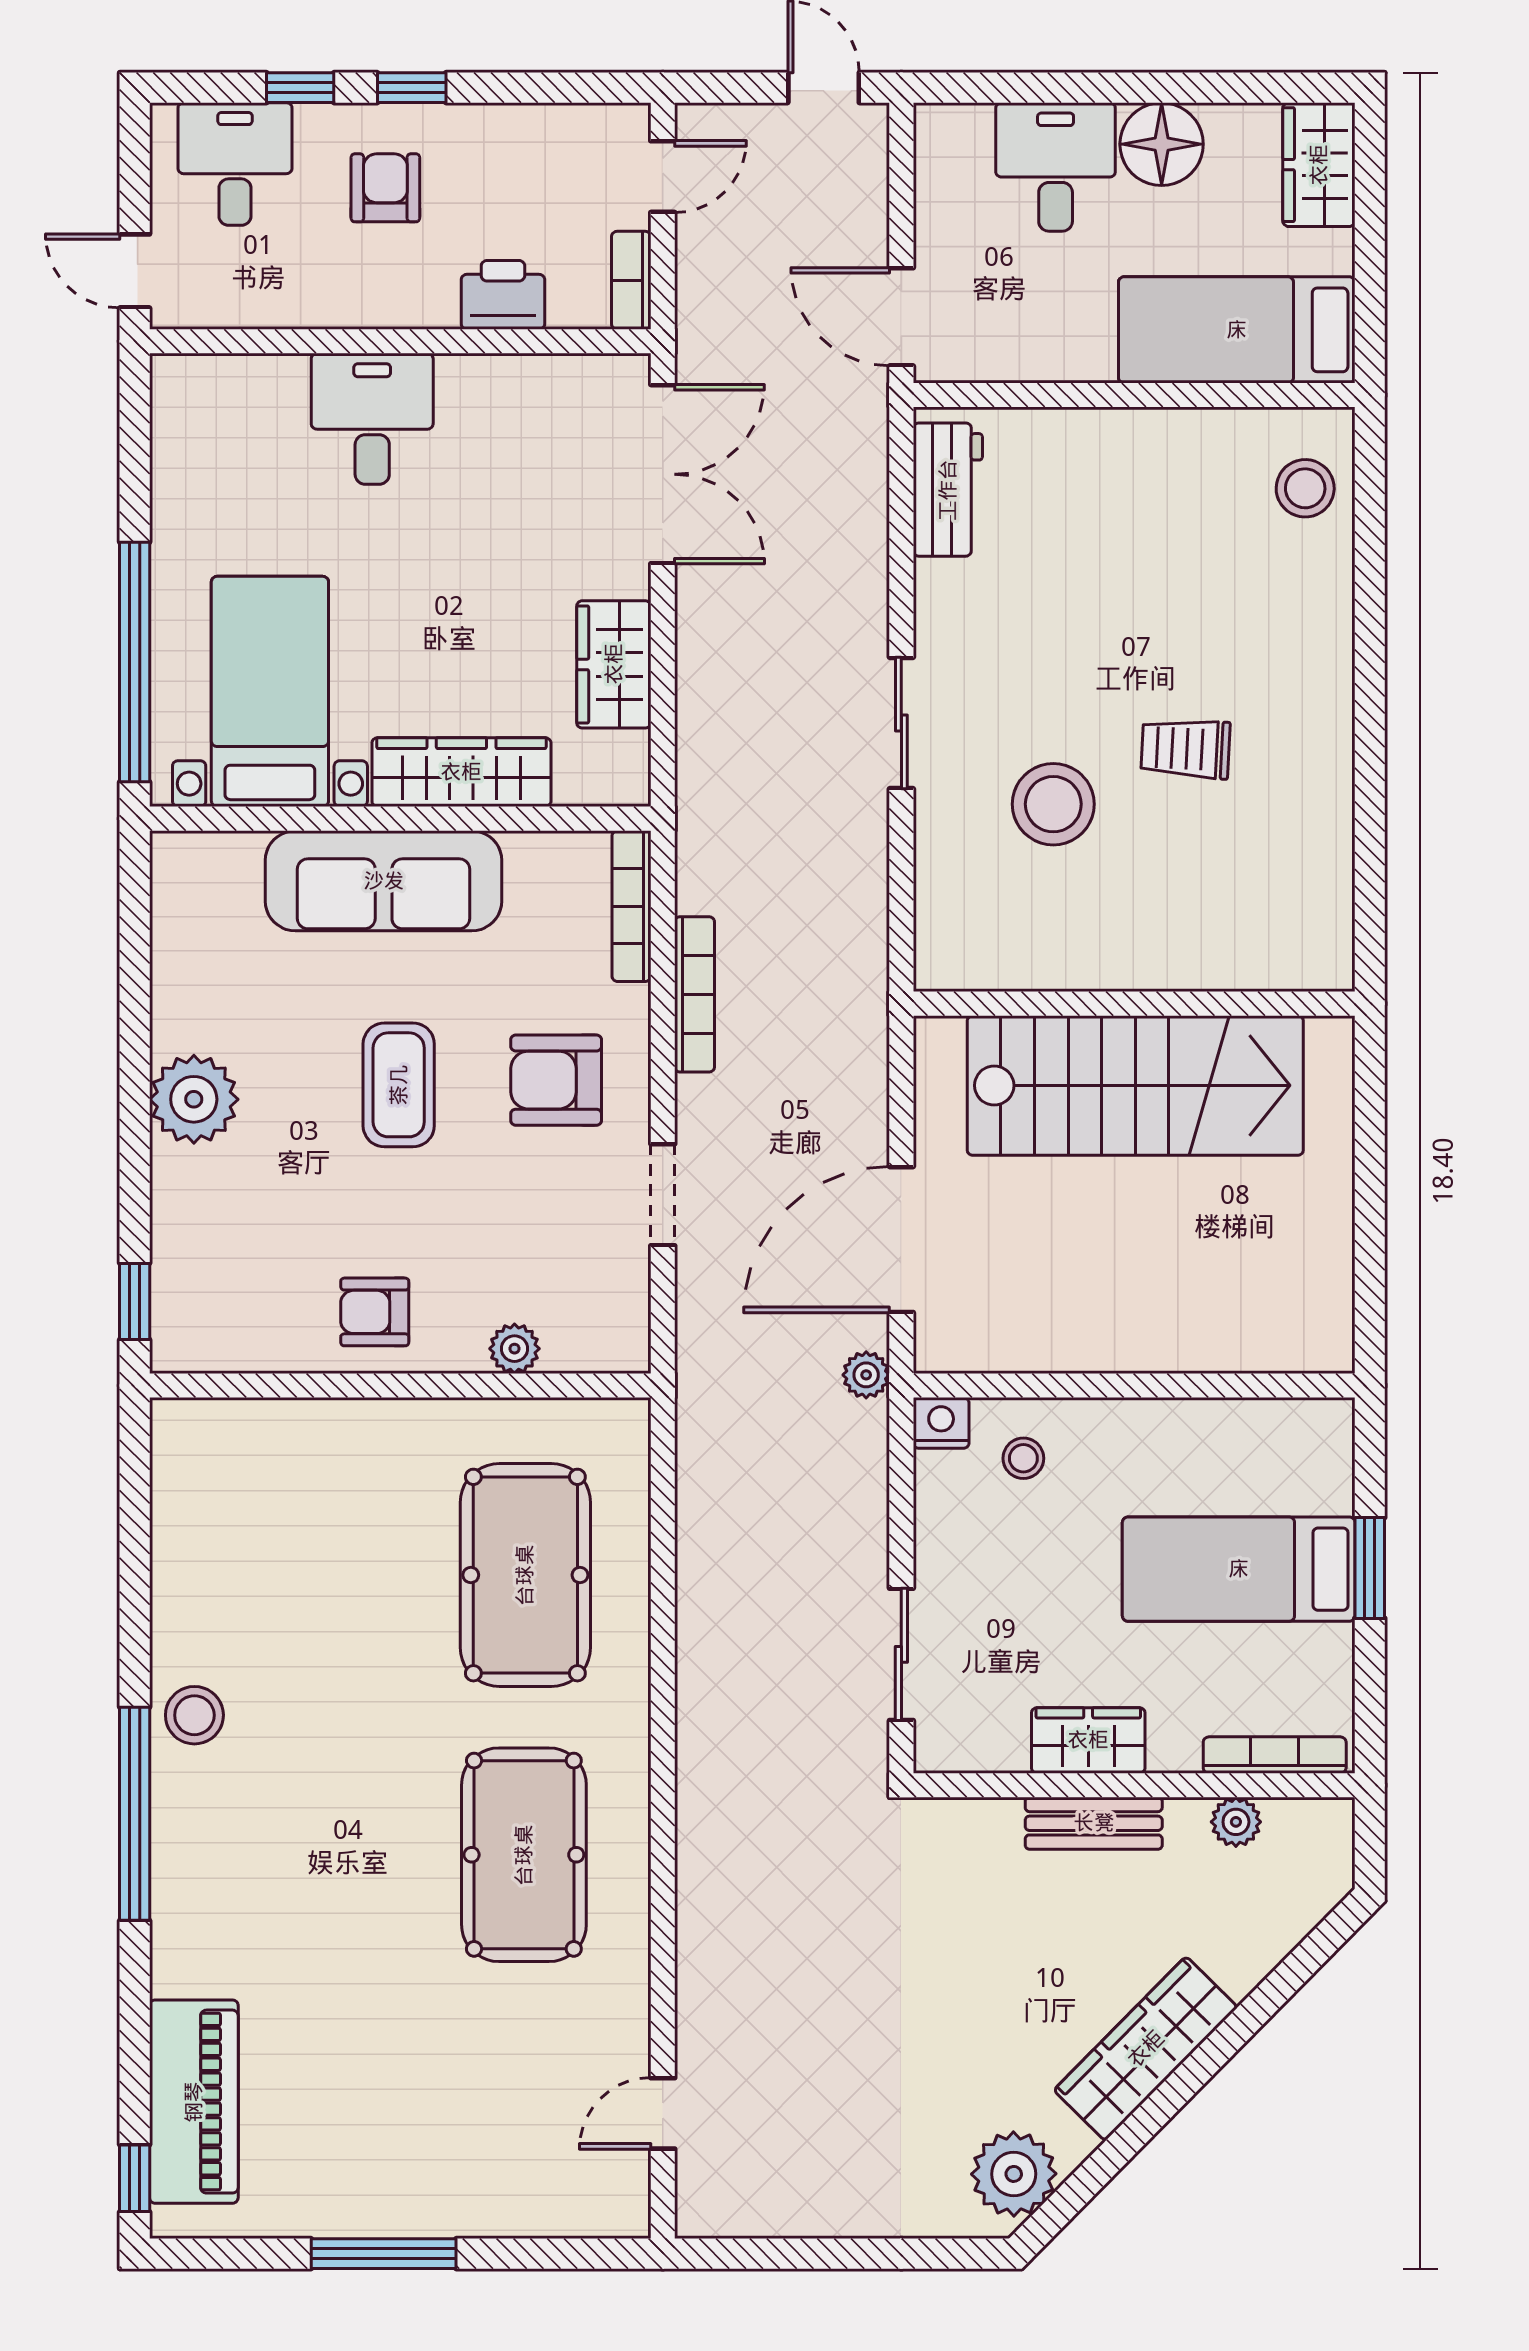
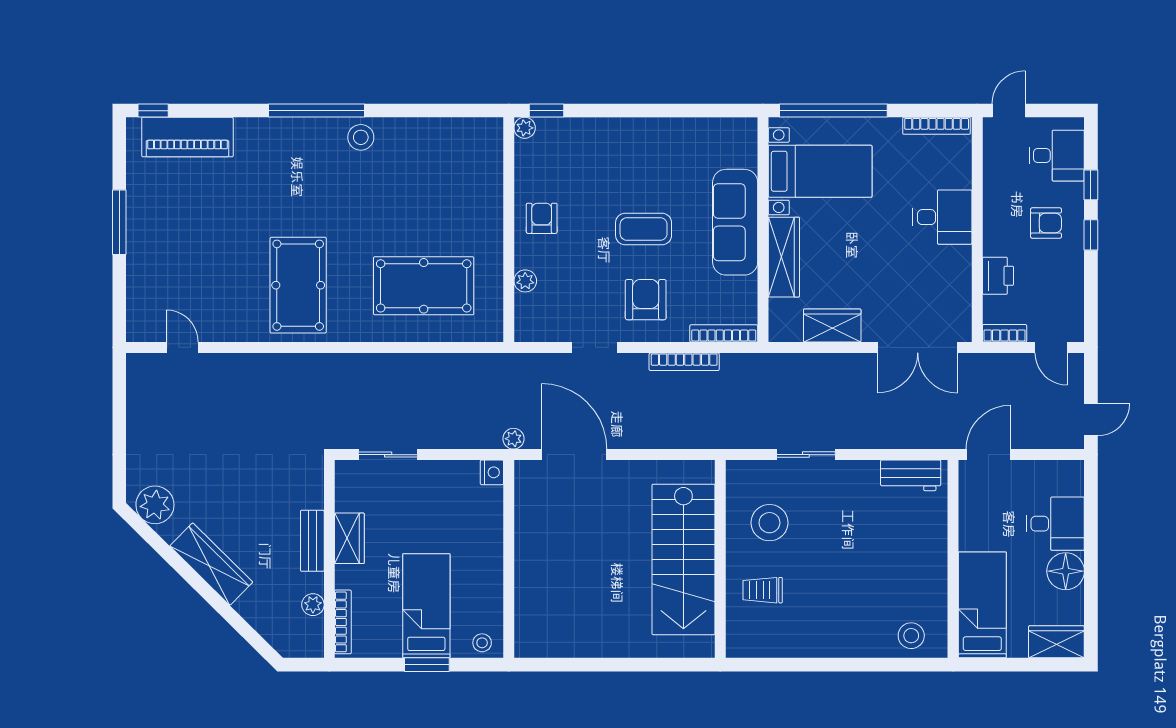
bookcase: (169, 432) -> (937, 126), added
trolley: (1185, 749) -> (763, 590), moved, turned -93
wall: (1134, 1004) -> (720, 559), moved
stairs: (1135, 1085) -> (683, 559), moved
plant: (194, 1099) -> (525, 128), moved, width x0.53, depth x0.53
stool: (1023, 1458) -> (482, 643), moved
pool table: (524, 1855) -> (298, 285), turned 90

